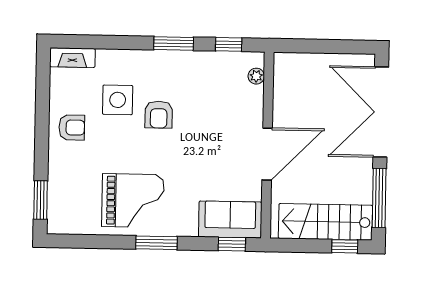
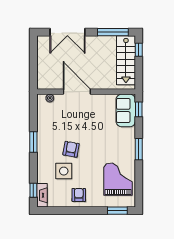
window: (229, 44) -> (33, 190), moved
double door: (381, 112) -> (67, 32), width x0.73
armchair: (159, 115) -> (71, 149), turned -80
door: (267, 154) -> (77, 92), moved
grand piano: (133, 201) -> (118, 179), moved

